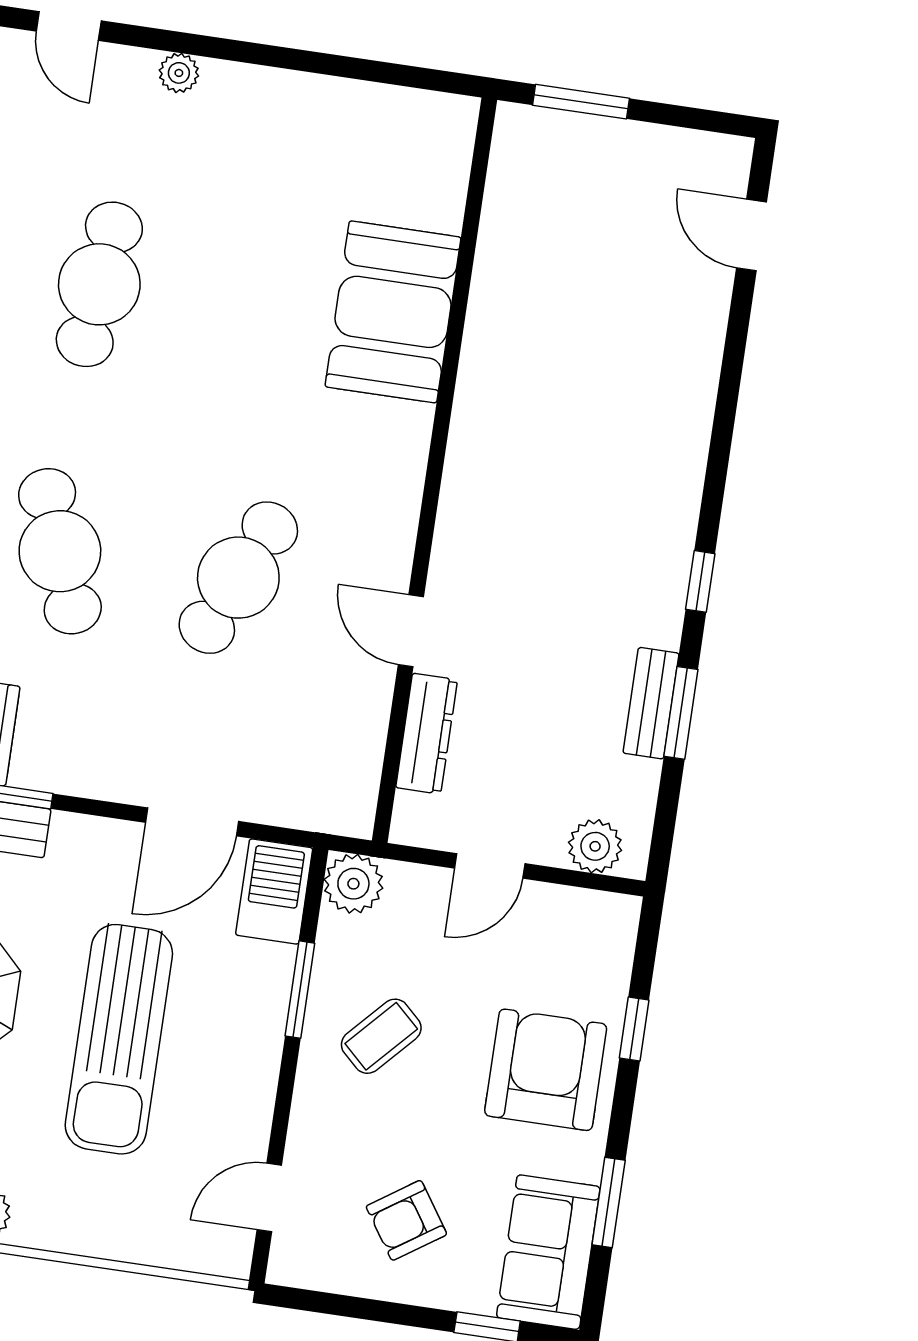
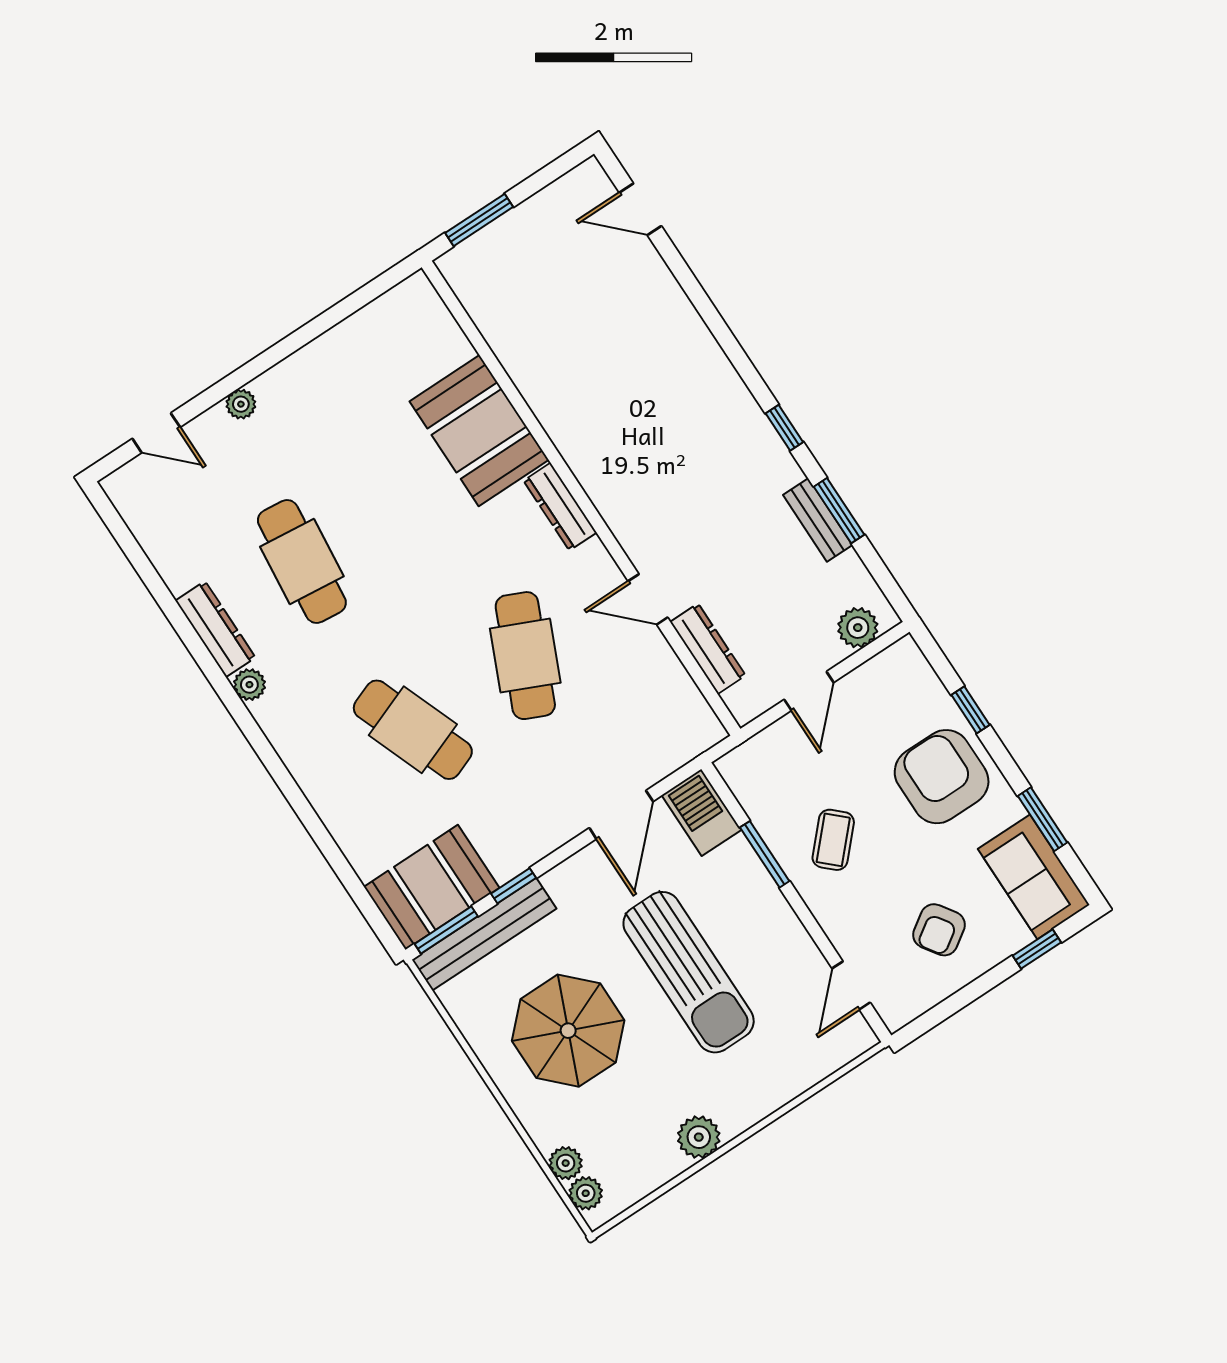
dresser: (406, 460) -> (560, 507), added
plant: (353, 884) -> (742, 769), removed

